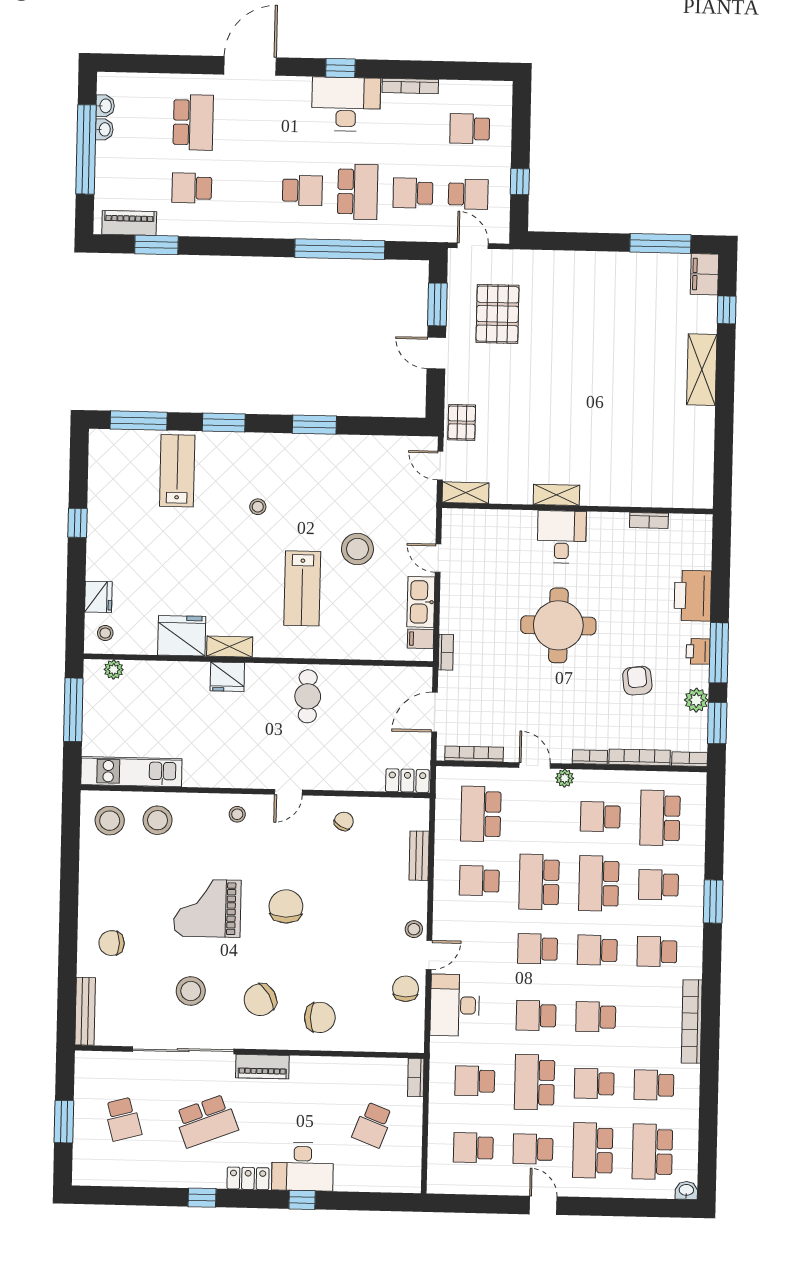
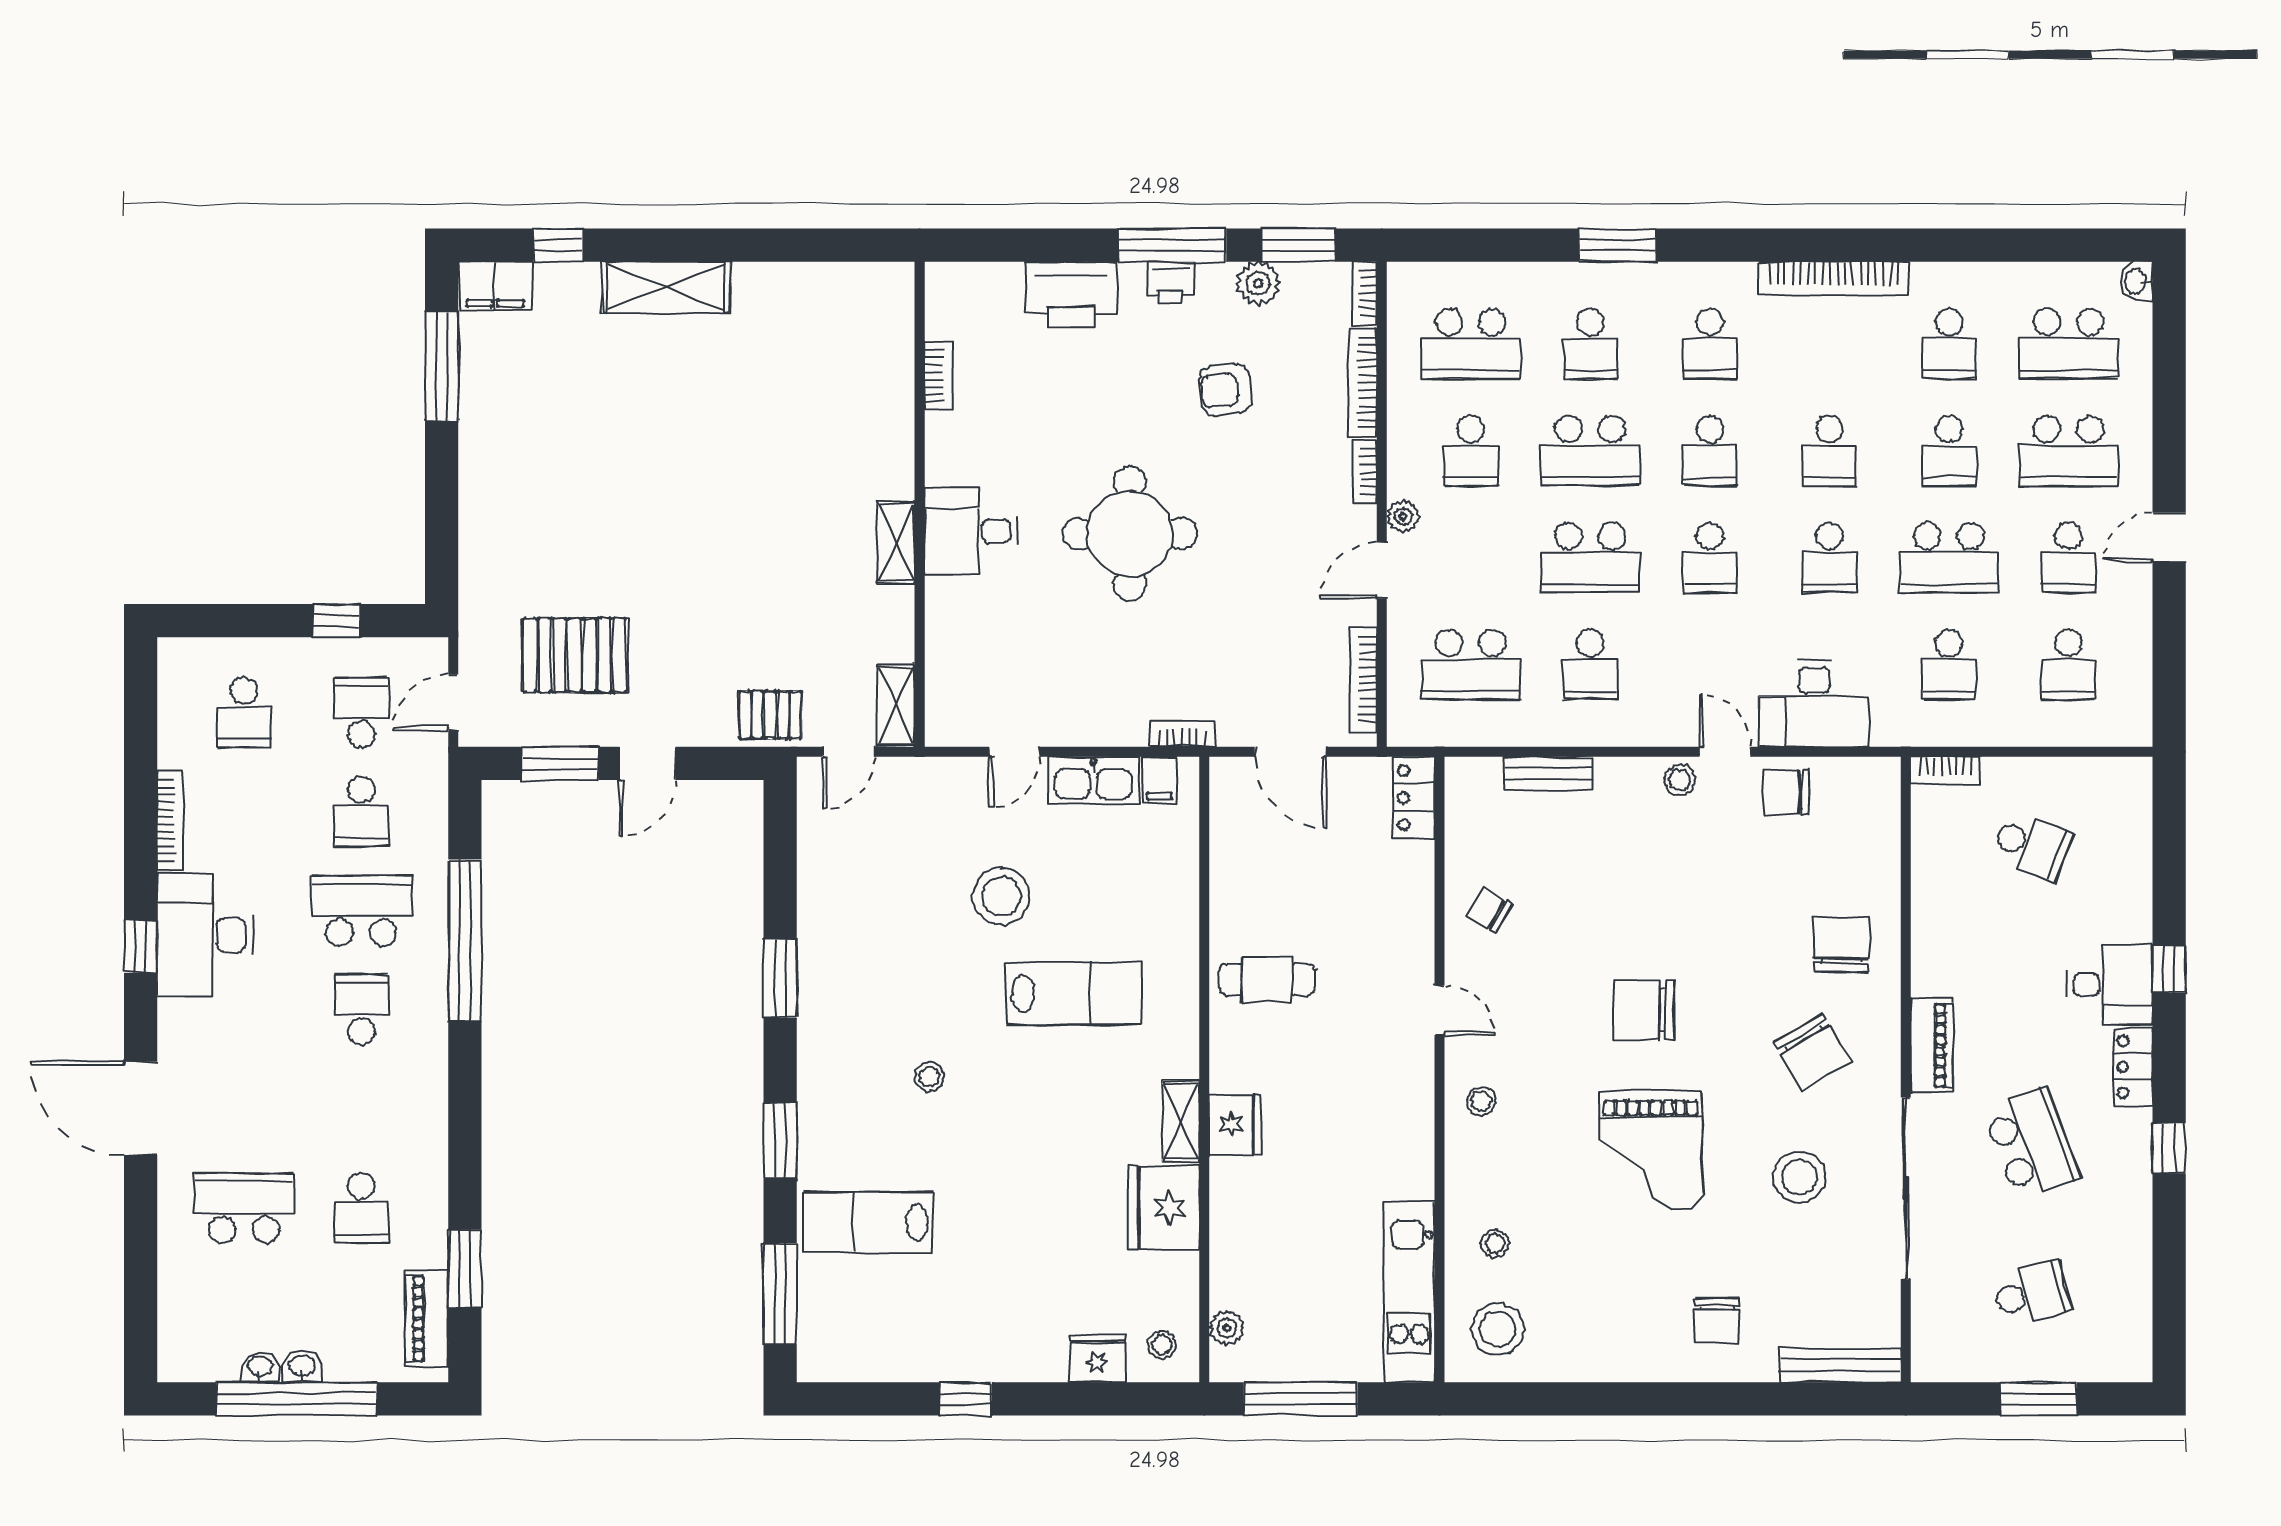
washbasin: (105, 106) -> (302, 1366), moved
stool: (158, 820) -> (1495, 1243), width x0.53, depth x0.53
desk: (303, 1167) -> (2110, 984), width x0.73

